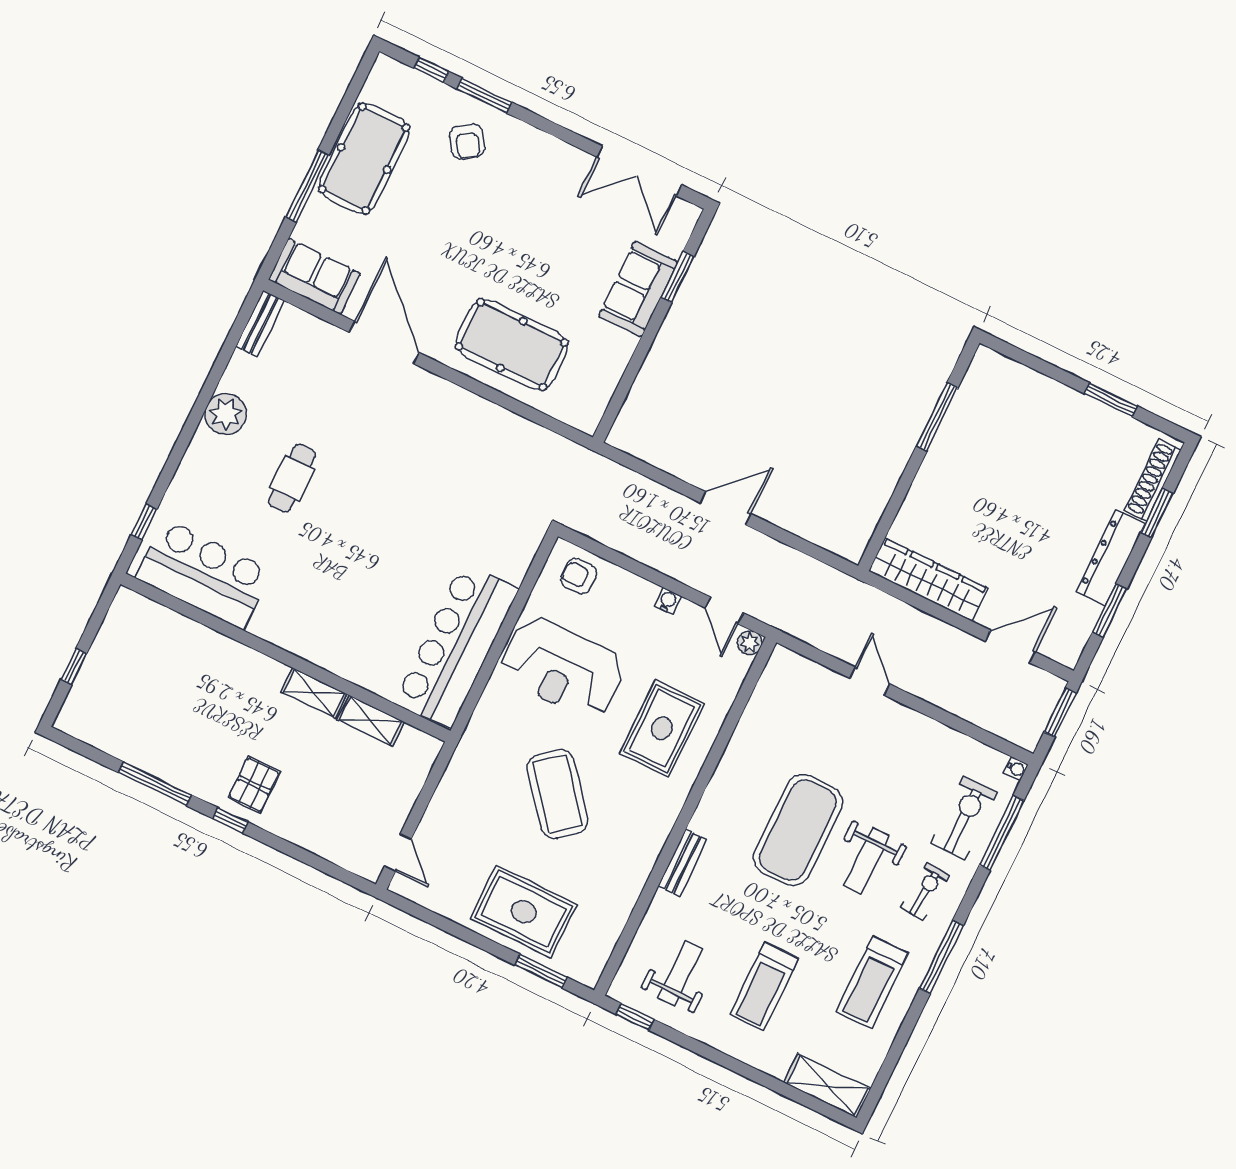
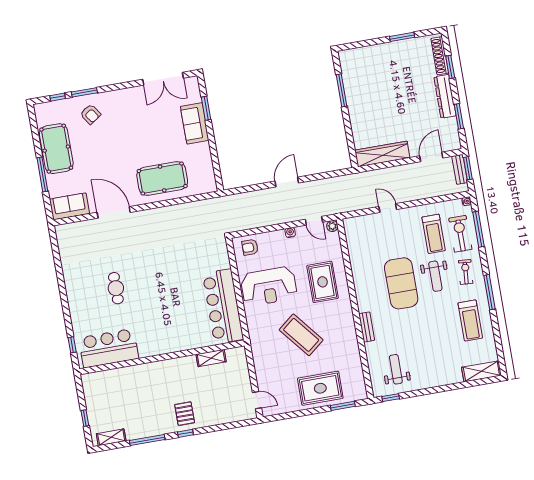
bench: (260, 324) -> (460, 169), moved
plant: (226, 414) -> (74, 282), removed
shelving: (314, 693) -> (111, 437), moved
treadmill: (764, 987) -> (434, 234), moved

